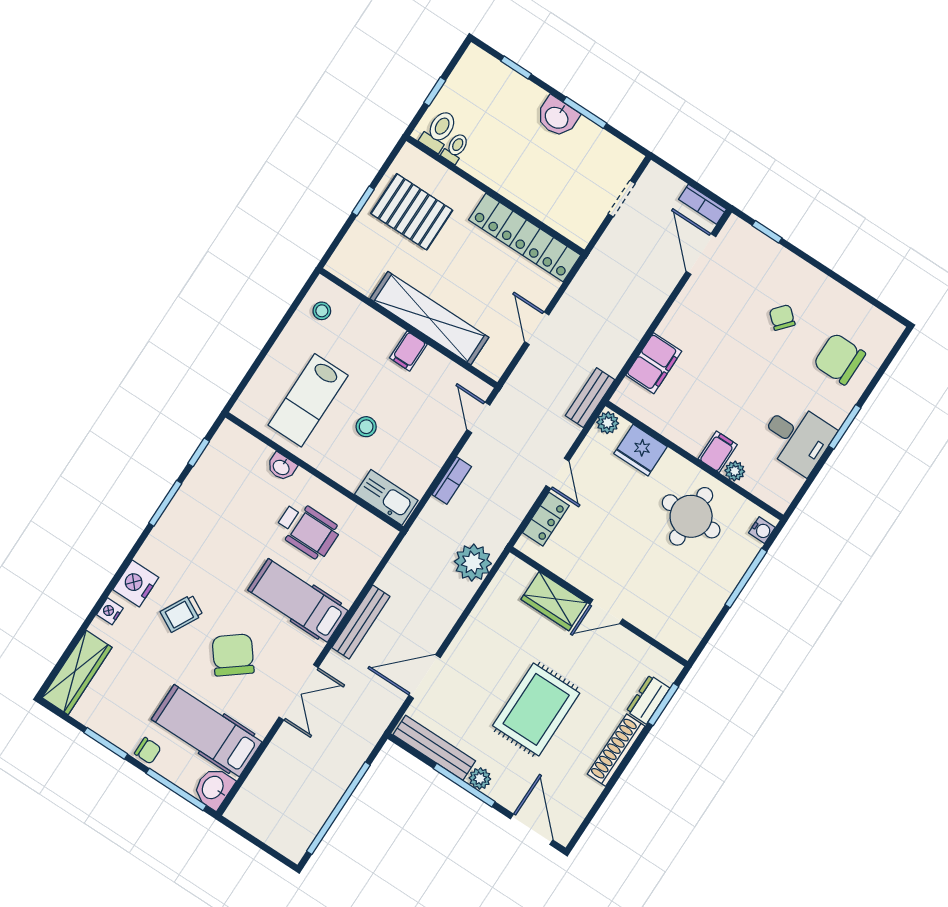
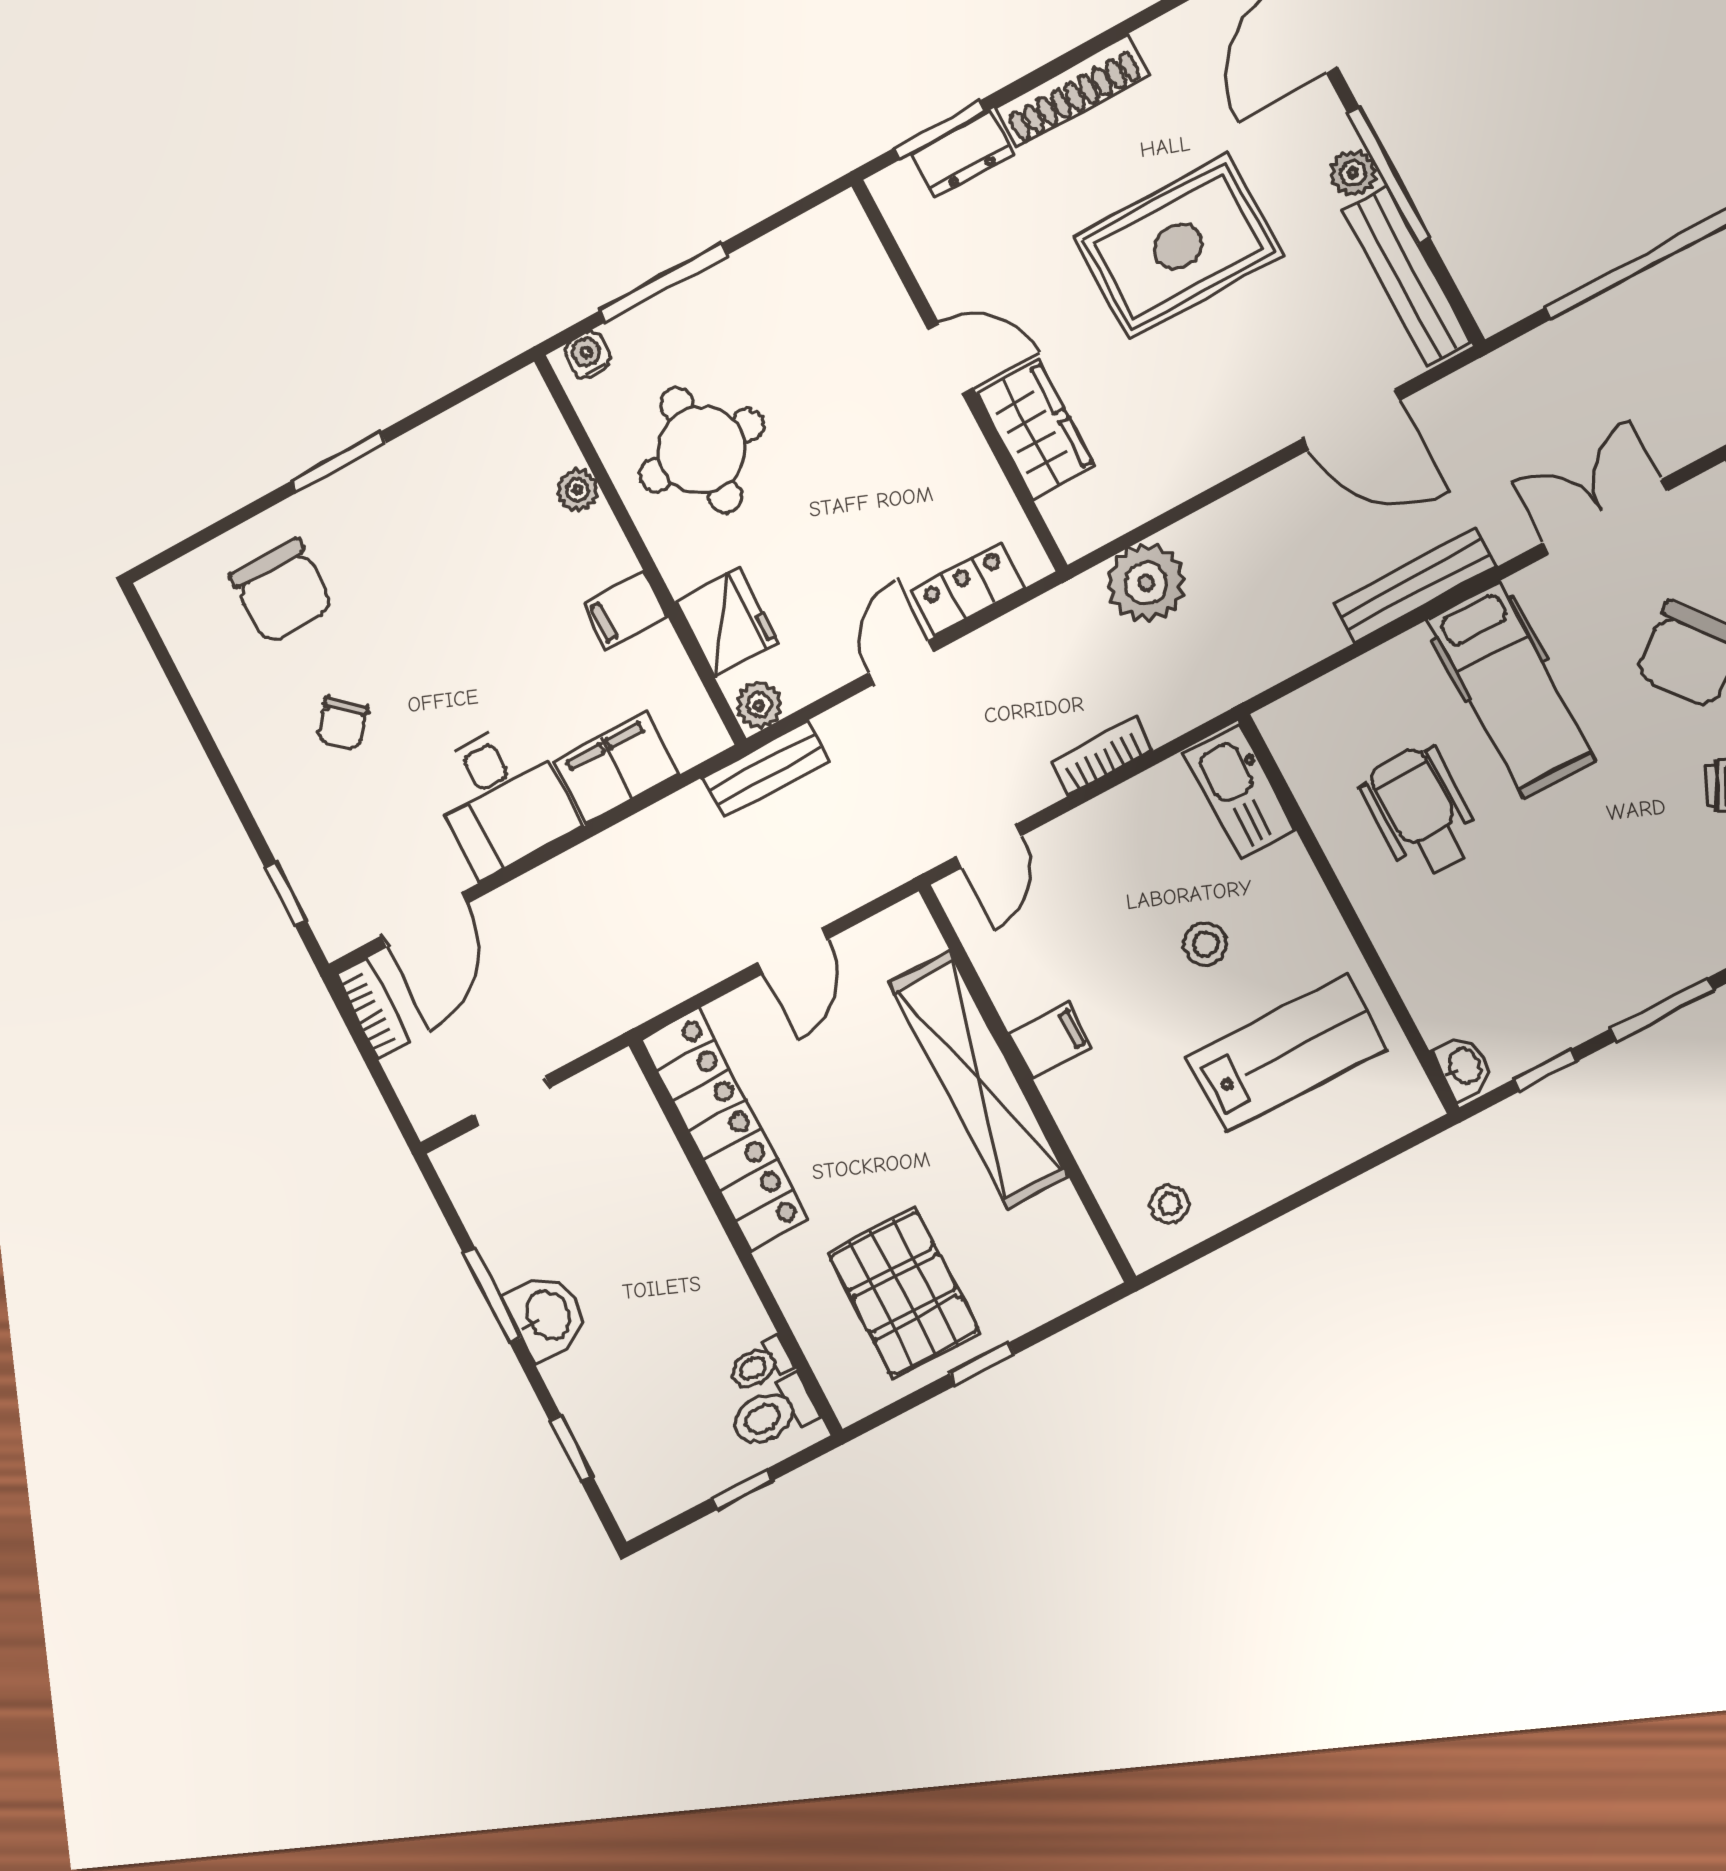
desk: (797, 438) -> (501, 798), moved, turned 180
filing cabinet: (718, 452) -> (625, 611), moved
washbasin: (281, 467) -> (1463, 1067), moved

